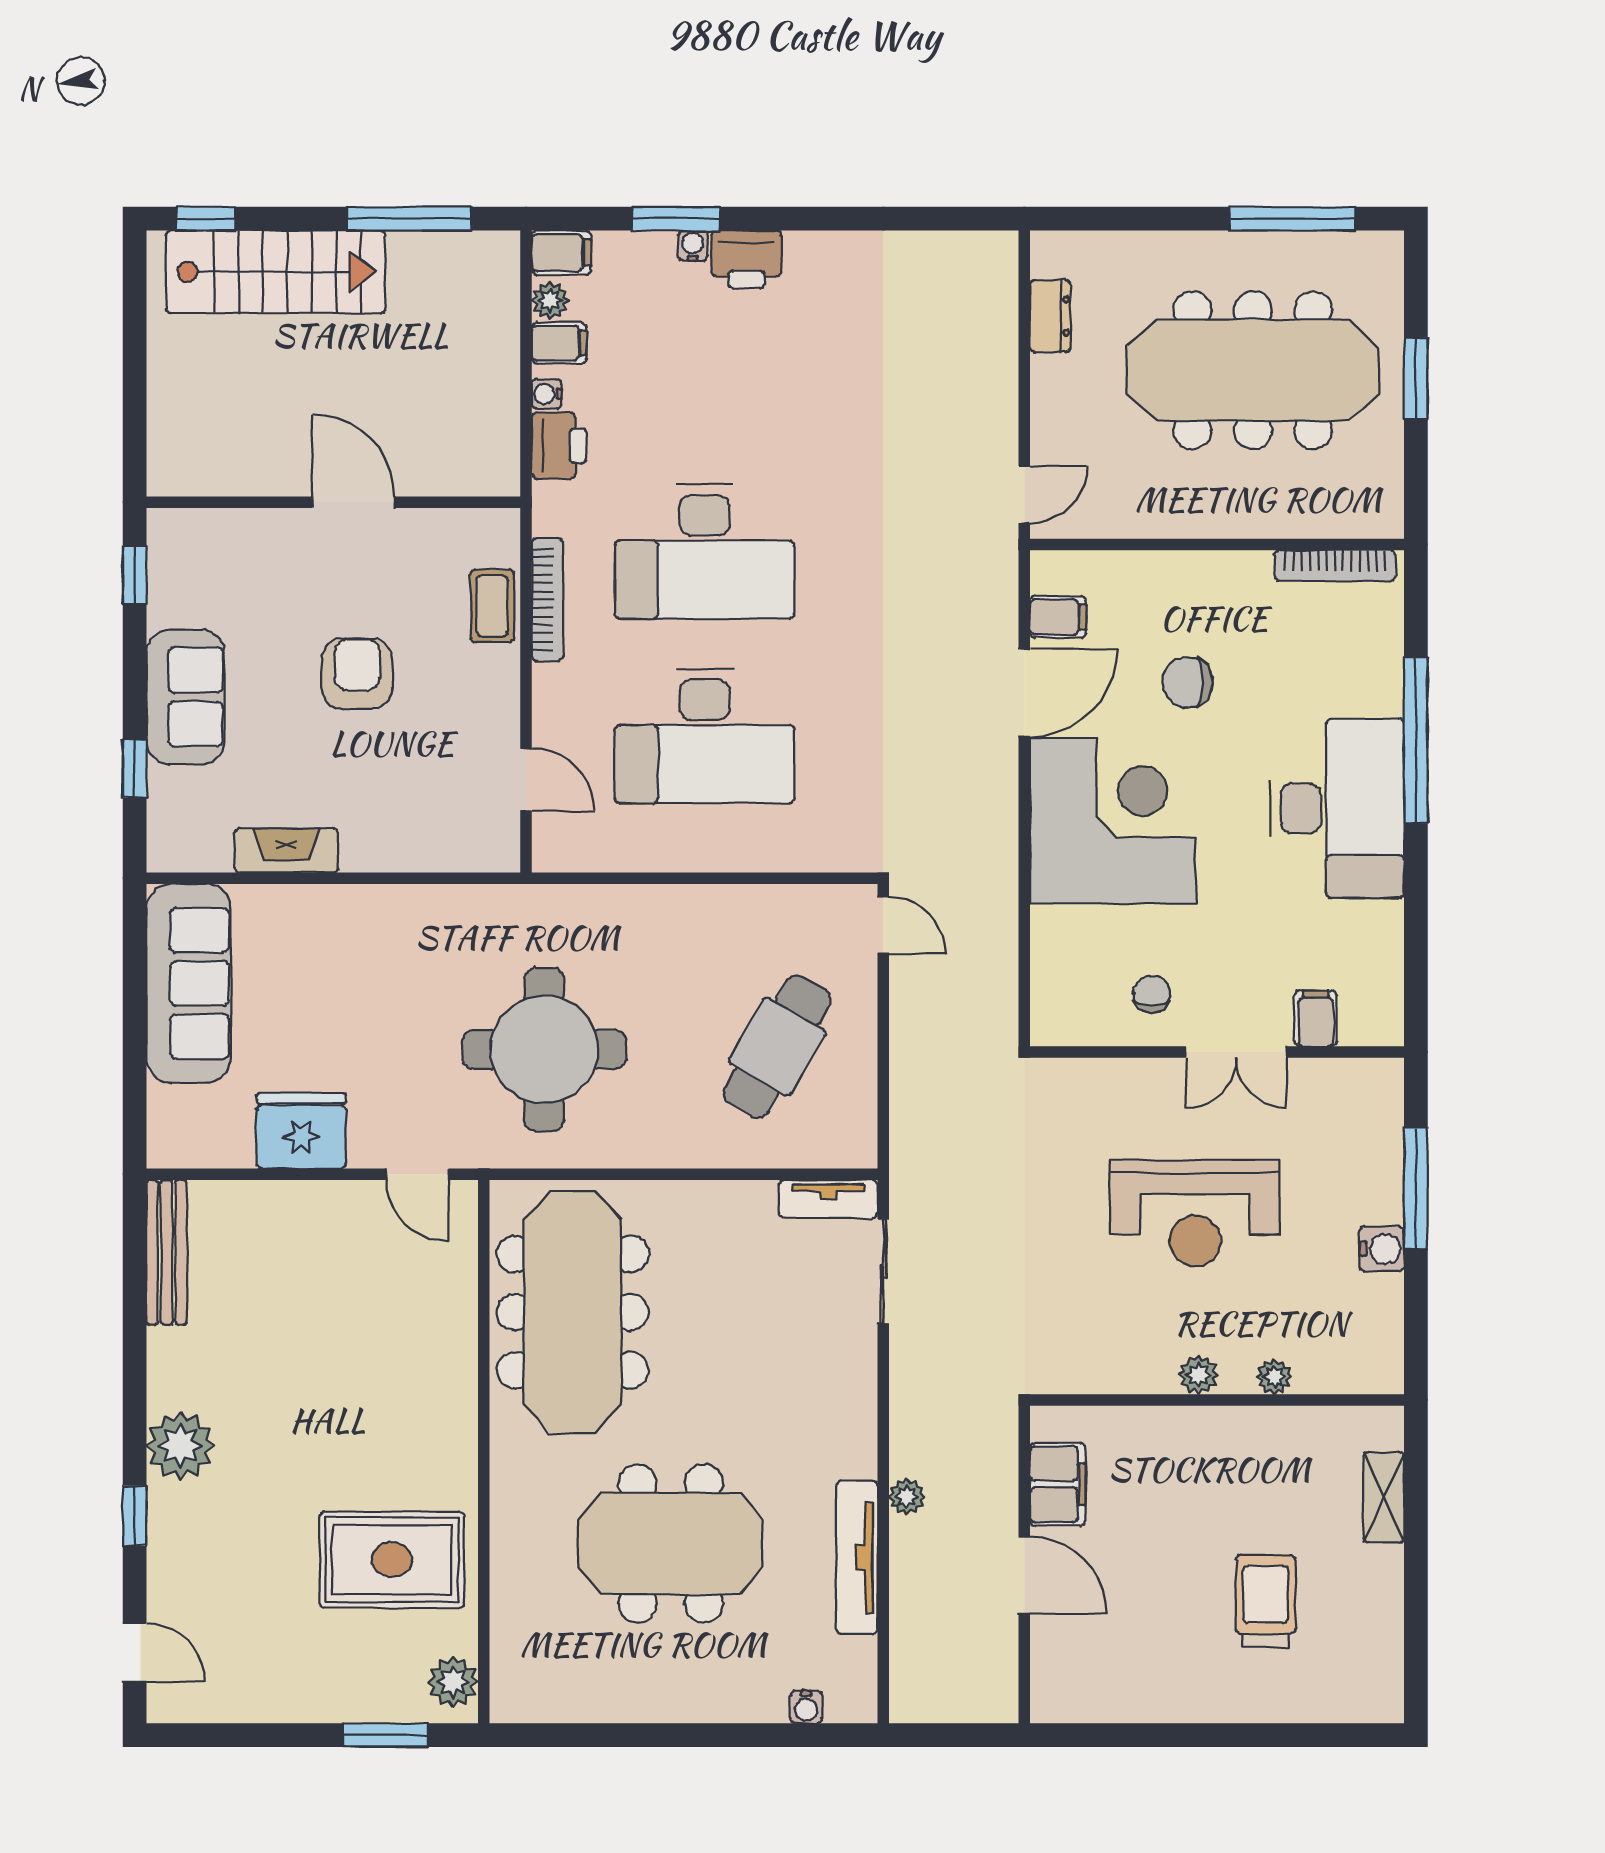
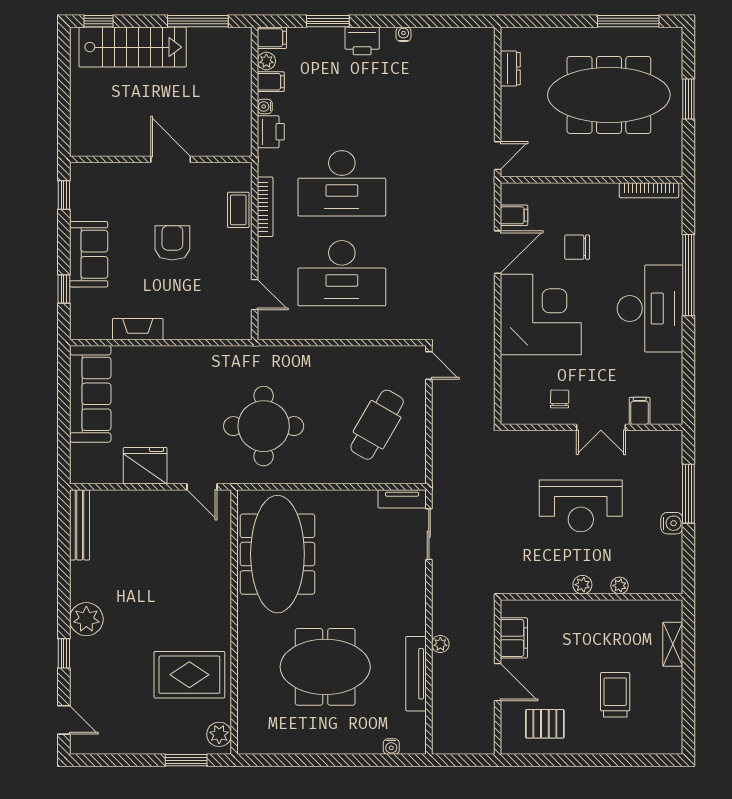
water cooler: (693, 245) -> (403, 34), moved
pallet: (1121, 1660) -> (545, 724), added

